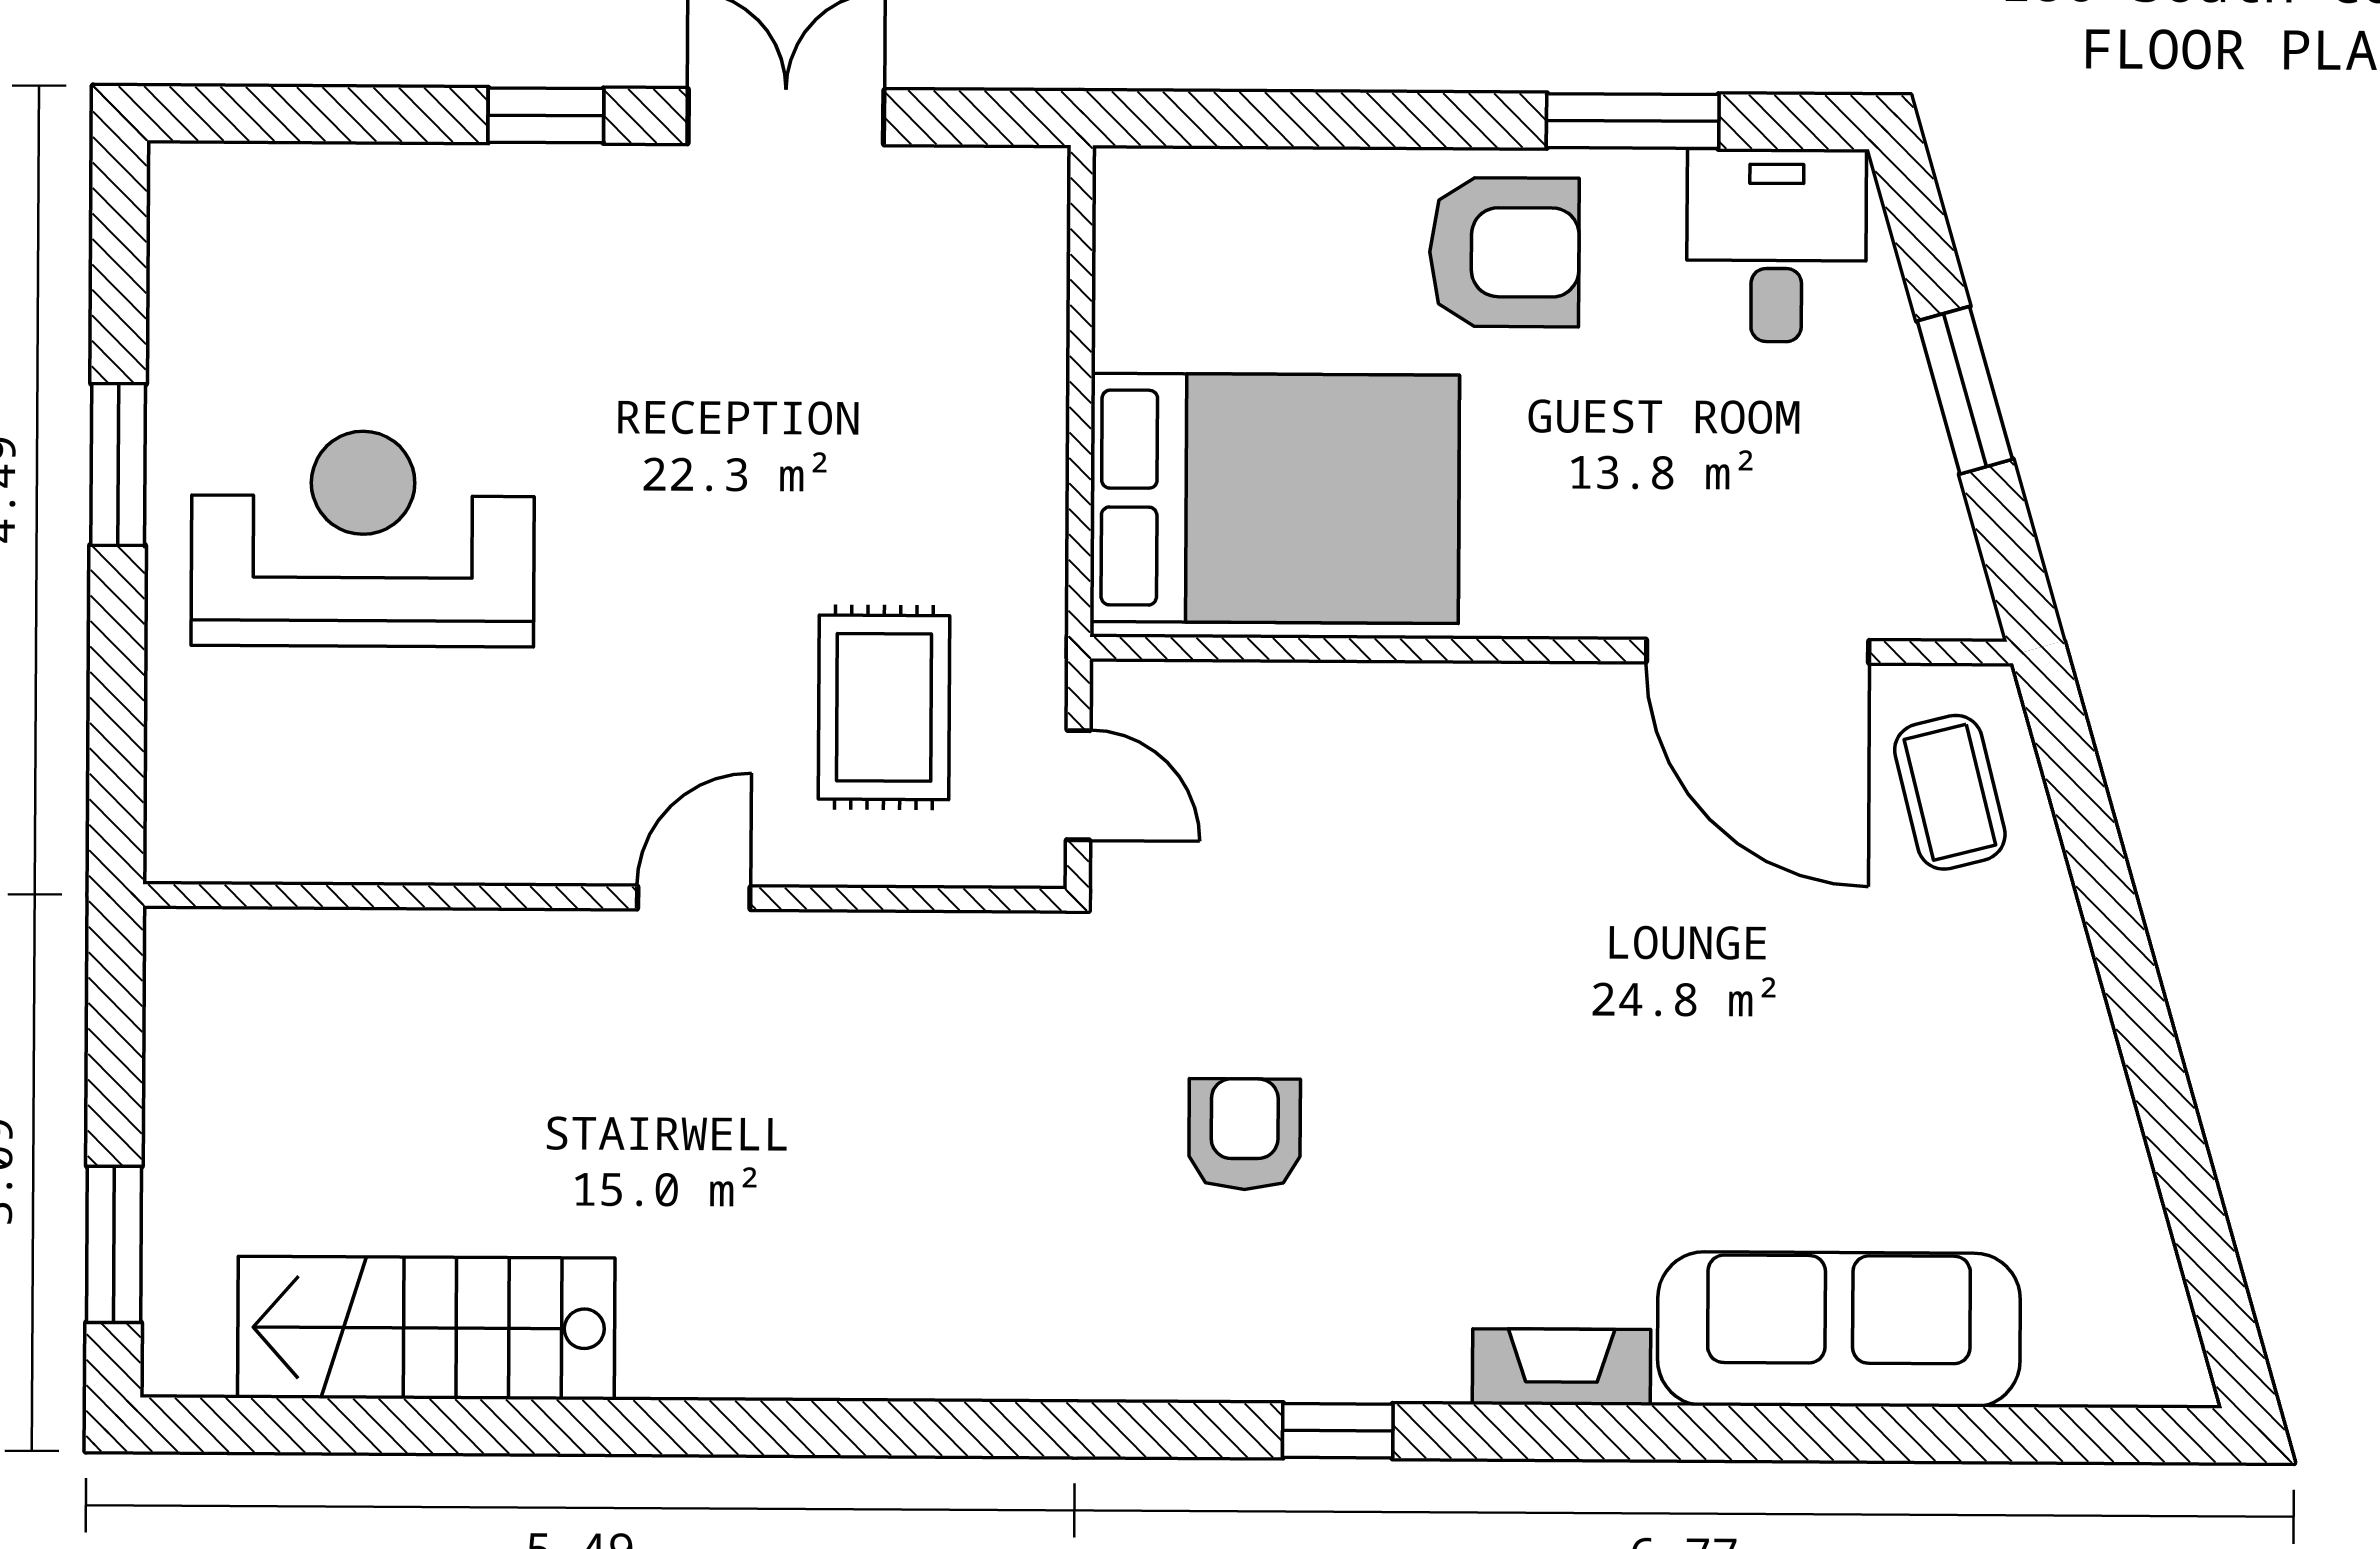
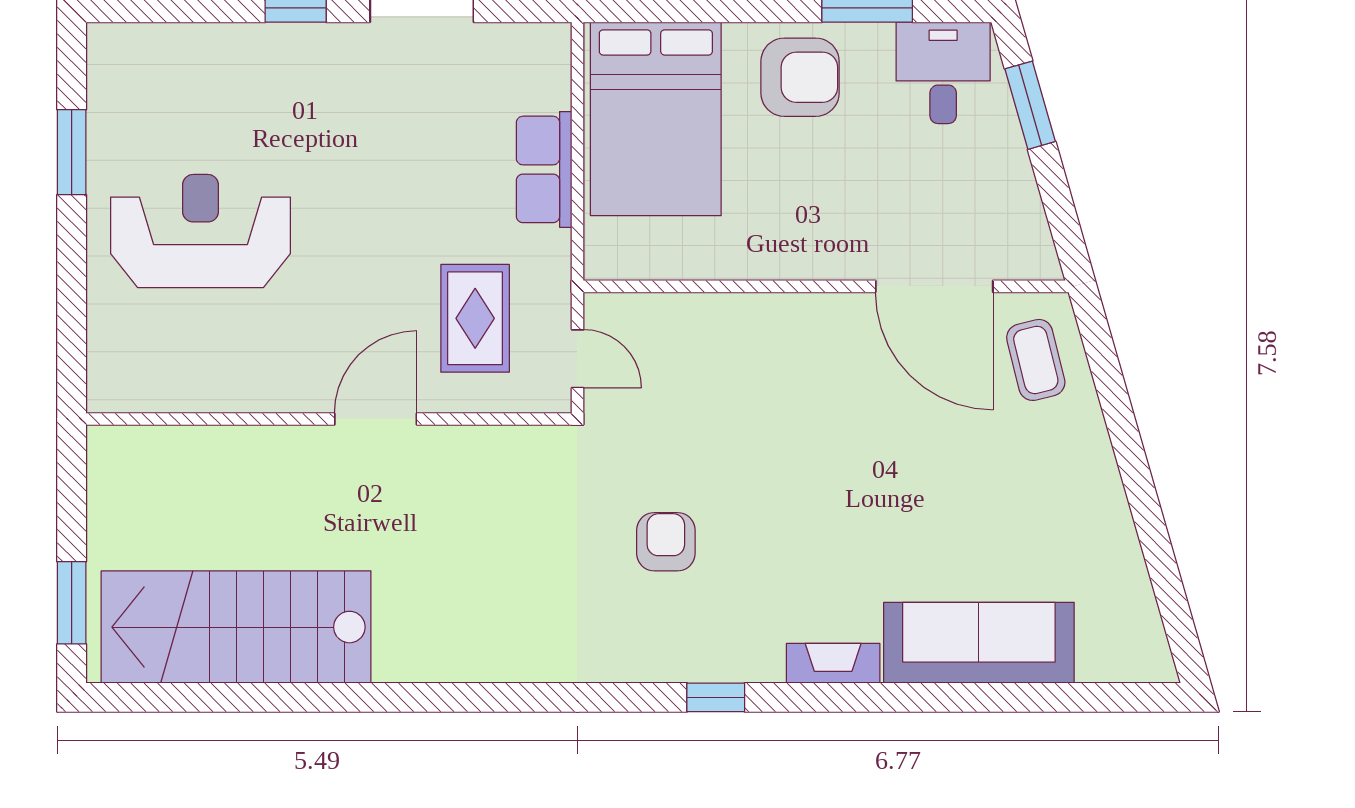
window: (1965, 390) -> (1030, 105), moved
row of seats: (1017, 425) -> (544, 169), added
window: (118, 465) -> (72, 152), moved
bed: (1275, 498) -> (656, 119), moved, turned 90
door: (694, 898) -> (376, 419), width x1.38
stairs: (426, 1328) -> (236, 627), width x1.36, depth x1.51

